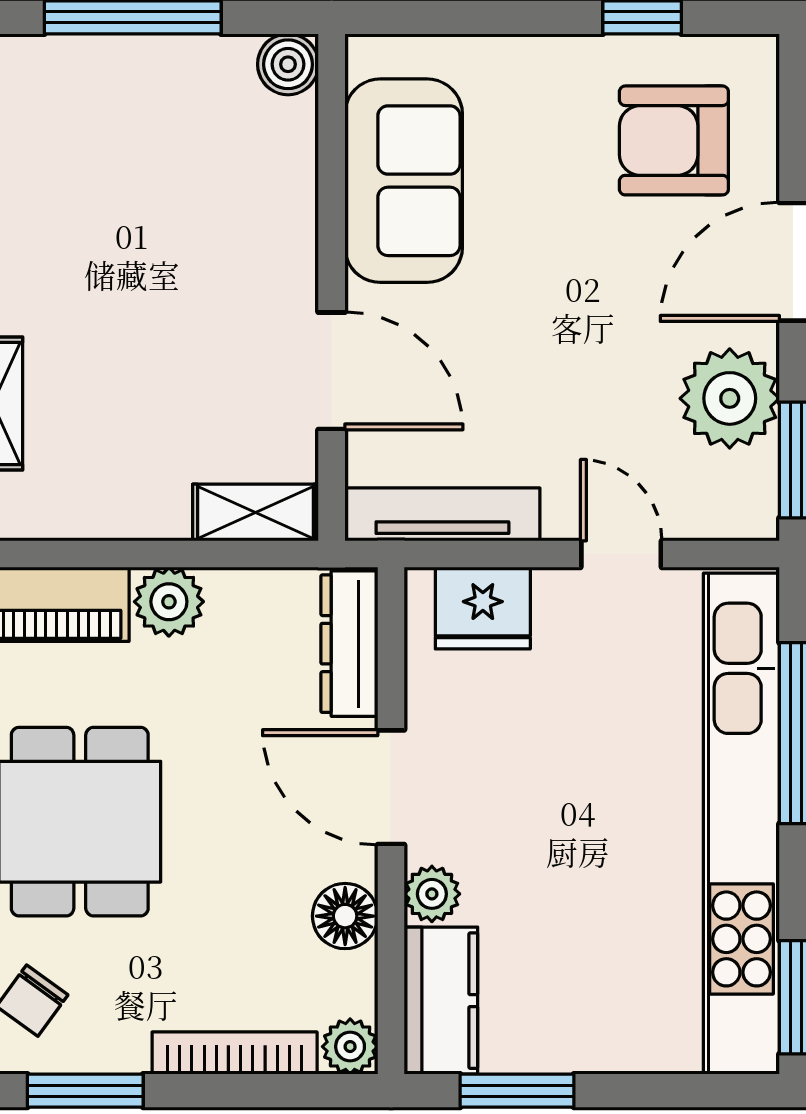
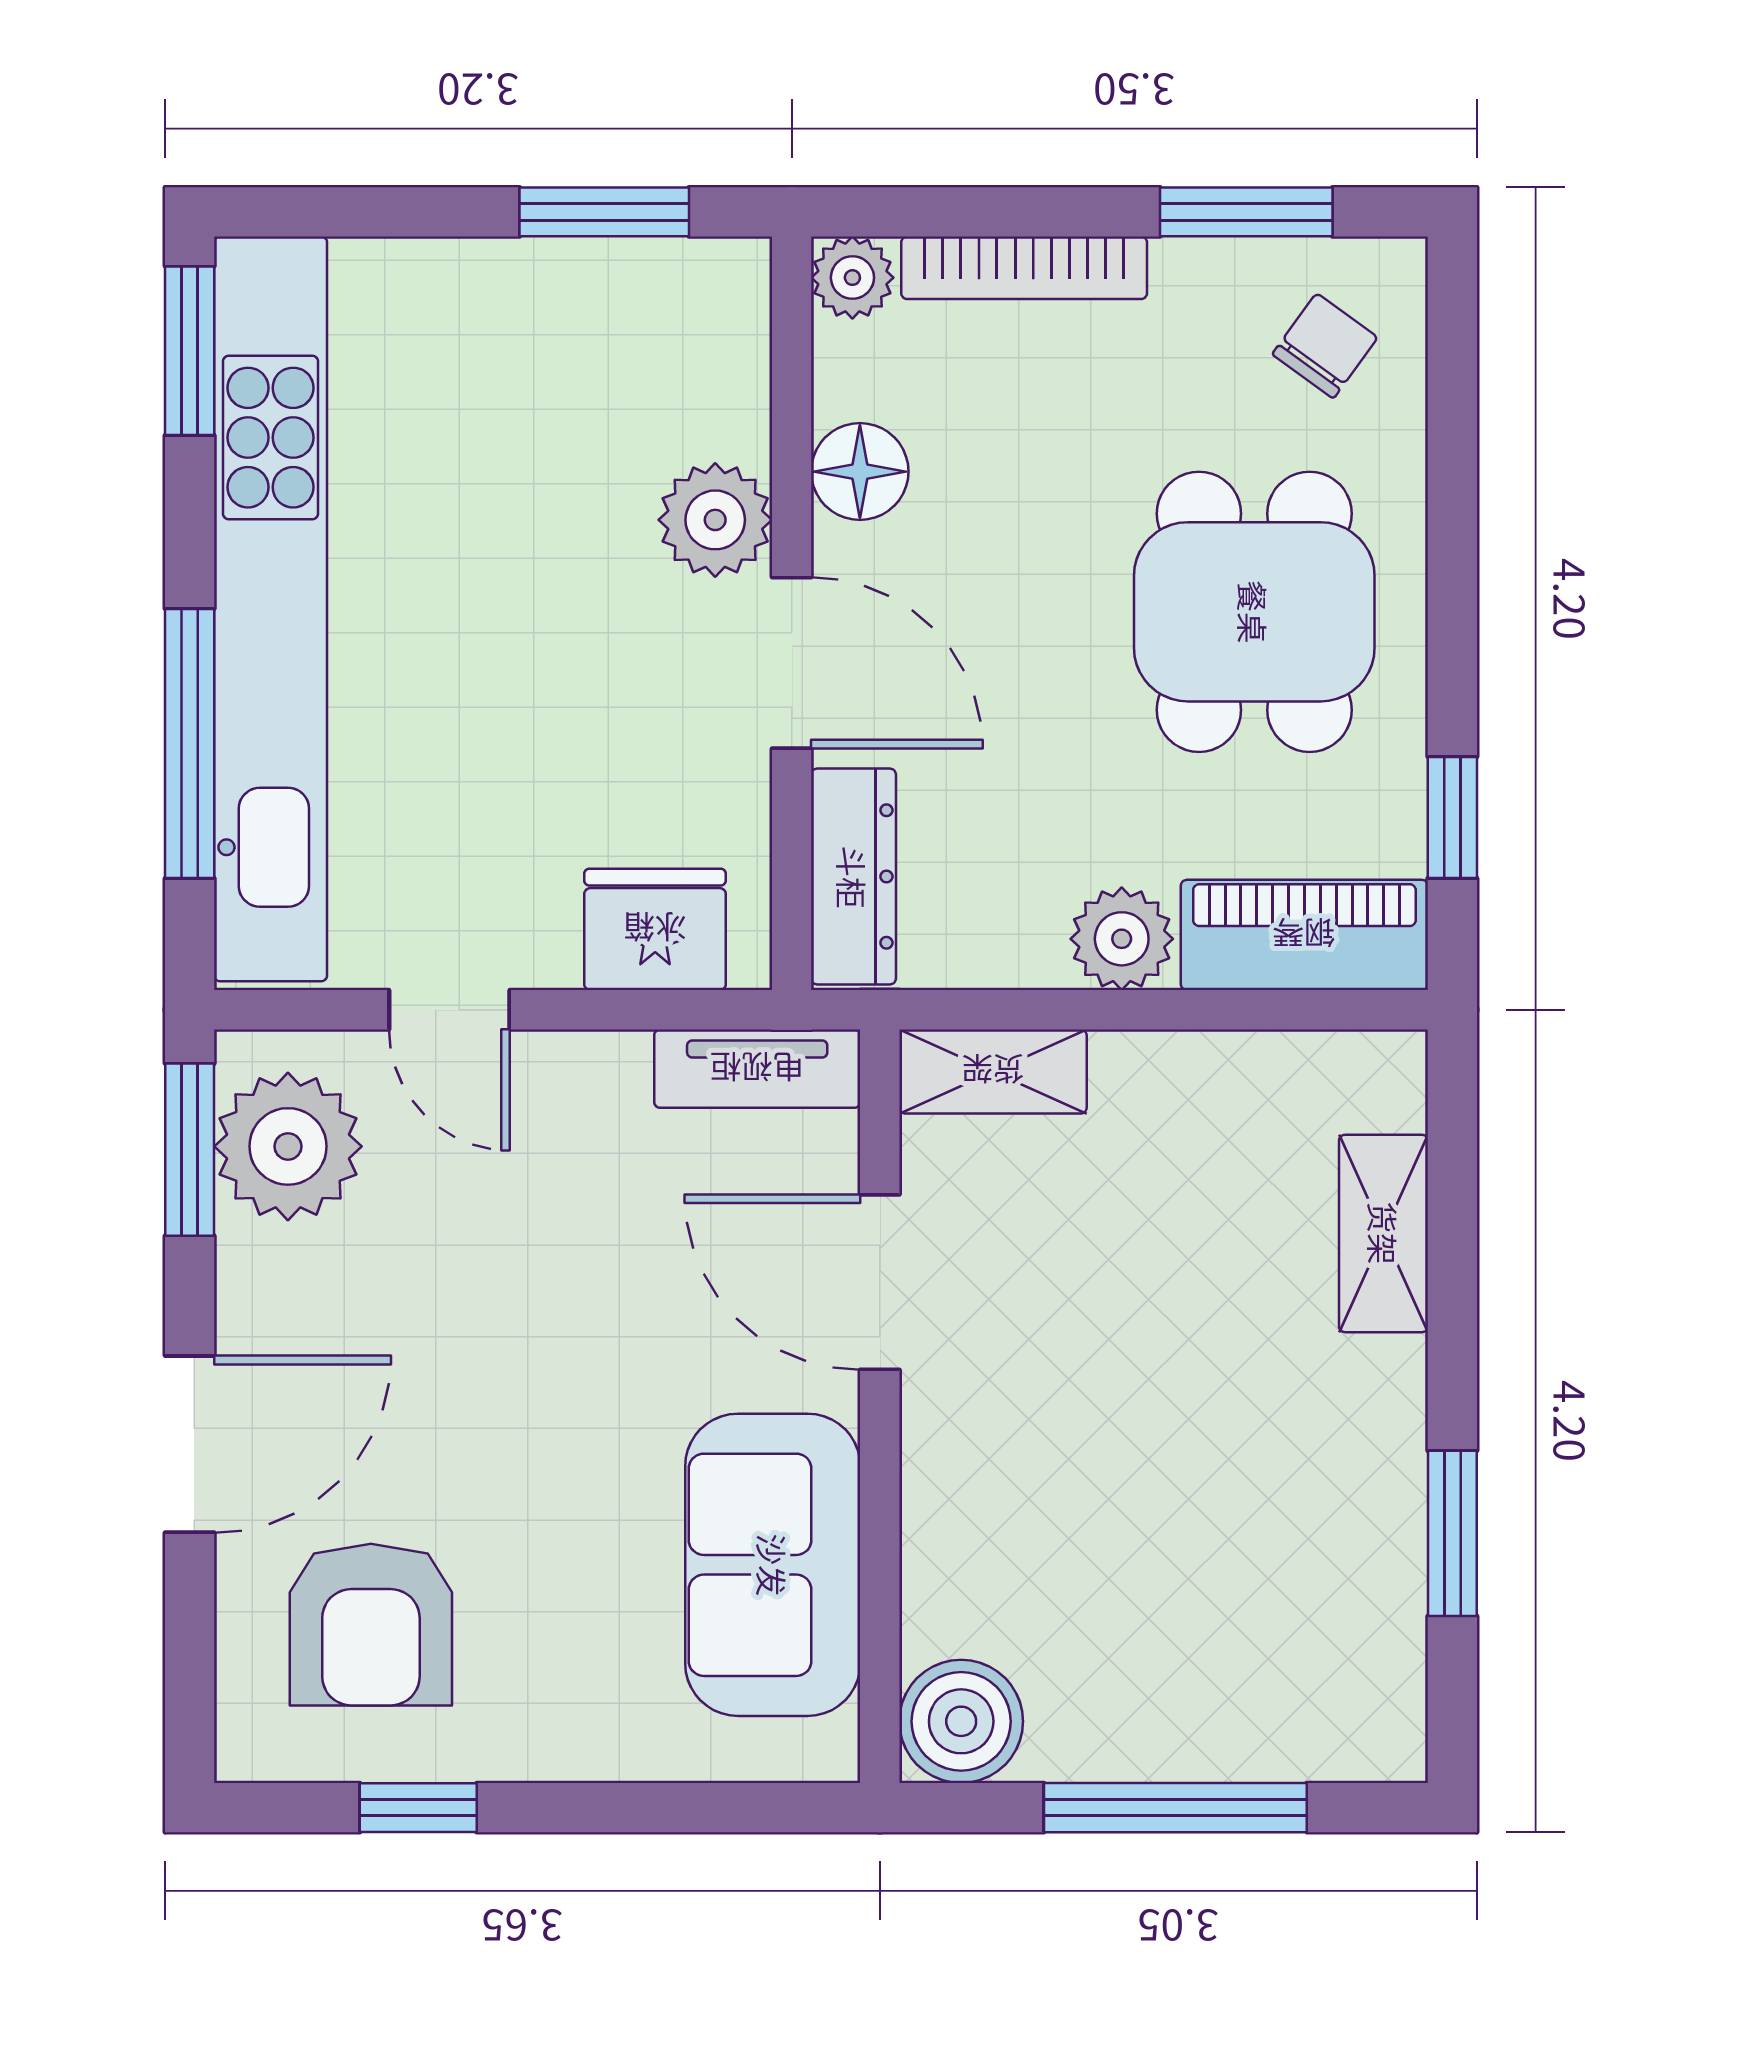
boiler: (288, 64) -> (961, 1721), width x1.36, depth x1.36
armchair: (674, 140) -> (371, 1625), turned 90
plant: (730, 398) -> (288, 1146), moved
tv unit: (442, 514) -> (757, 1069), width x0.71
plant: (432, 894) -> (715, 520), width x1.38, depth x1.38
kitchen counter: (441, 1001) -> (717, 346), removed

